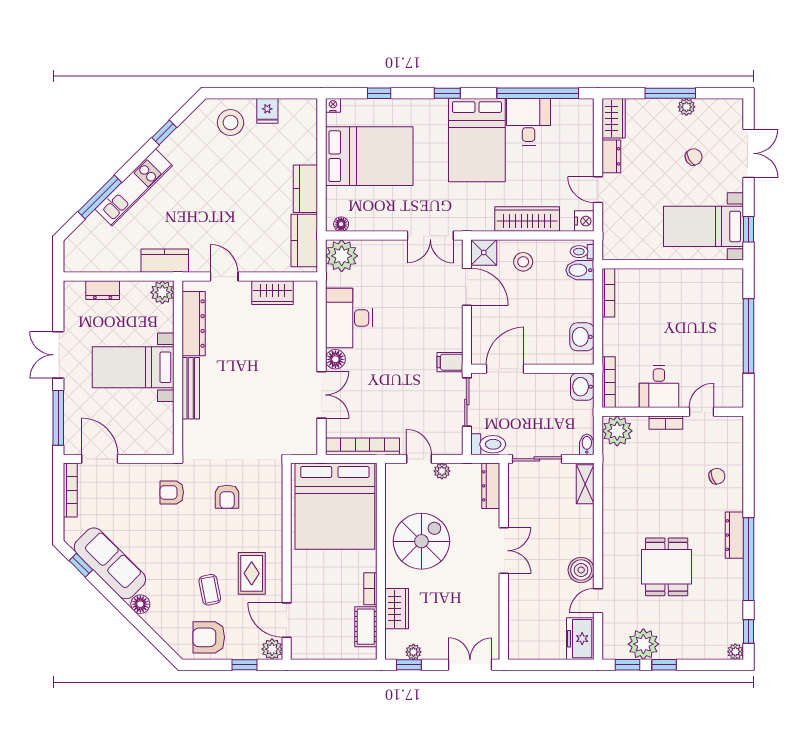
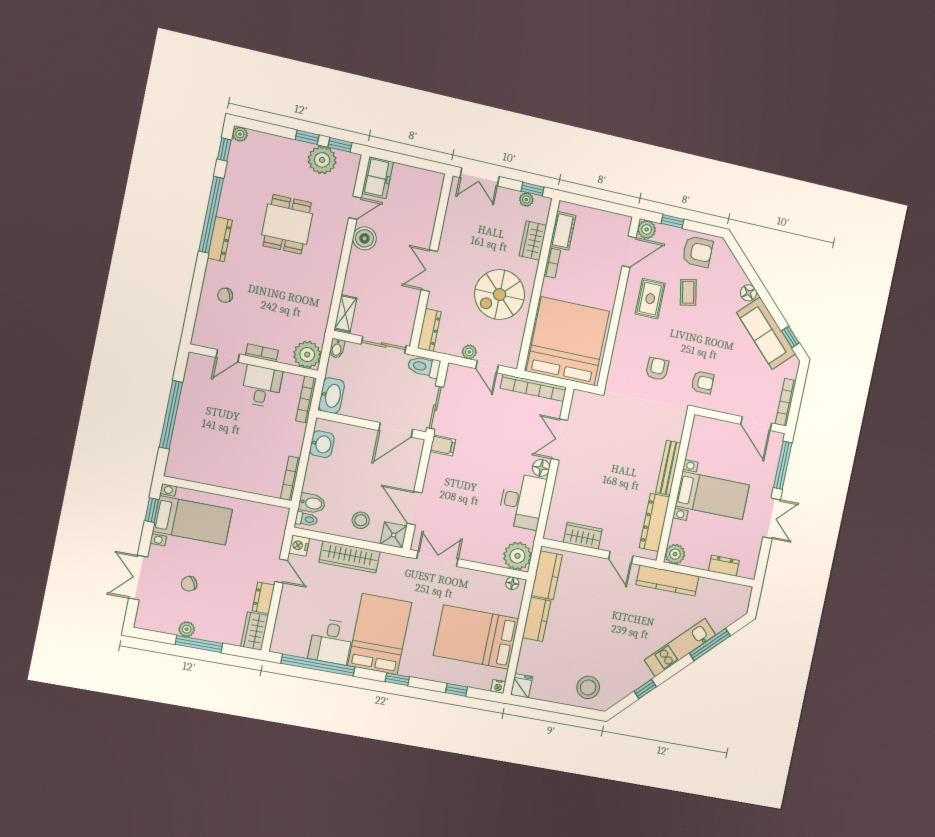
fridge: (267, 111) -> (521, 686), moved
kitchen counter: (165, 261) -> (667, 581), width x1.50
washbasin: (582, 387) -> (332, 396), width x1.38
door: (287, 620) -> (629, 252), hinge flipped

